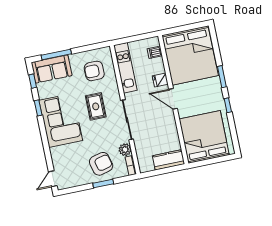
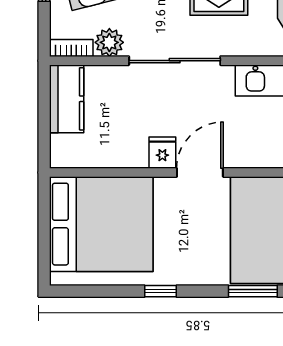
window: (222, 77) -> (253, 291), moved
fridge: (160, 80) -> (162, 153), moved
kitchen counter: (169, 160) -> (67, 99), moved

